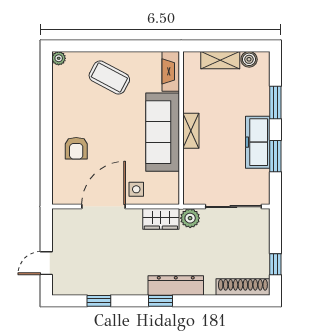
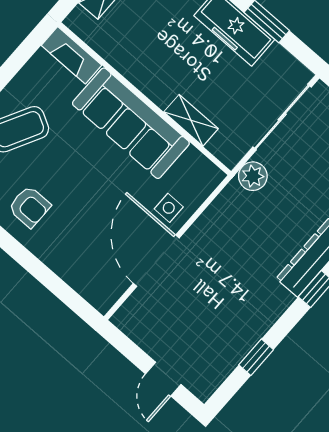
shelving: (191, 131) -> (191, 120), moved
armchair: (76, 148) -> (29, 207), moved
wardrobe: (161, 219) -> (225, 209), removed

